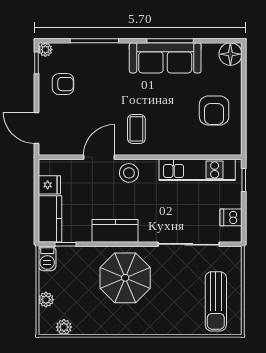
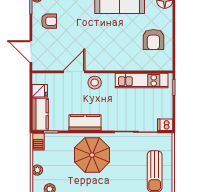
coffee table: (136, 129) -> (100, 52), removed
dishwasher: (231, 217) -> (165, 125), moved

